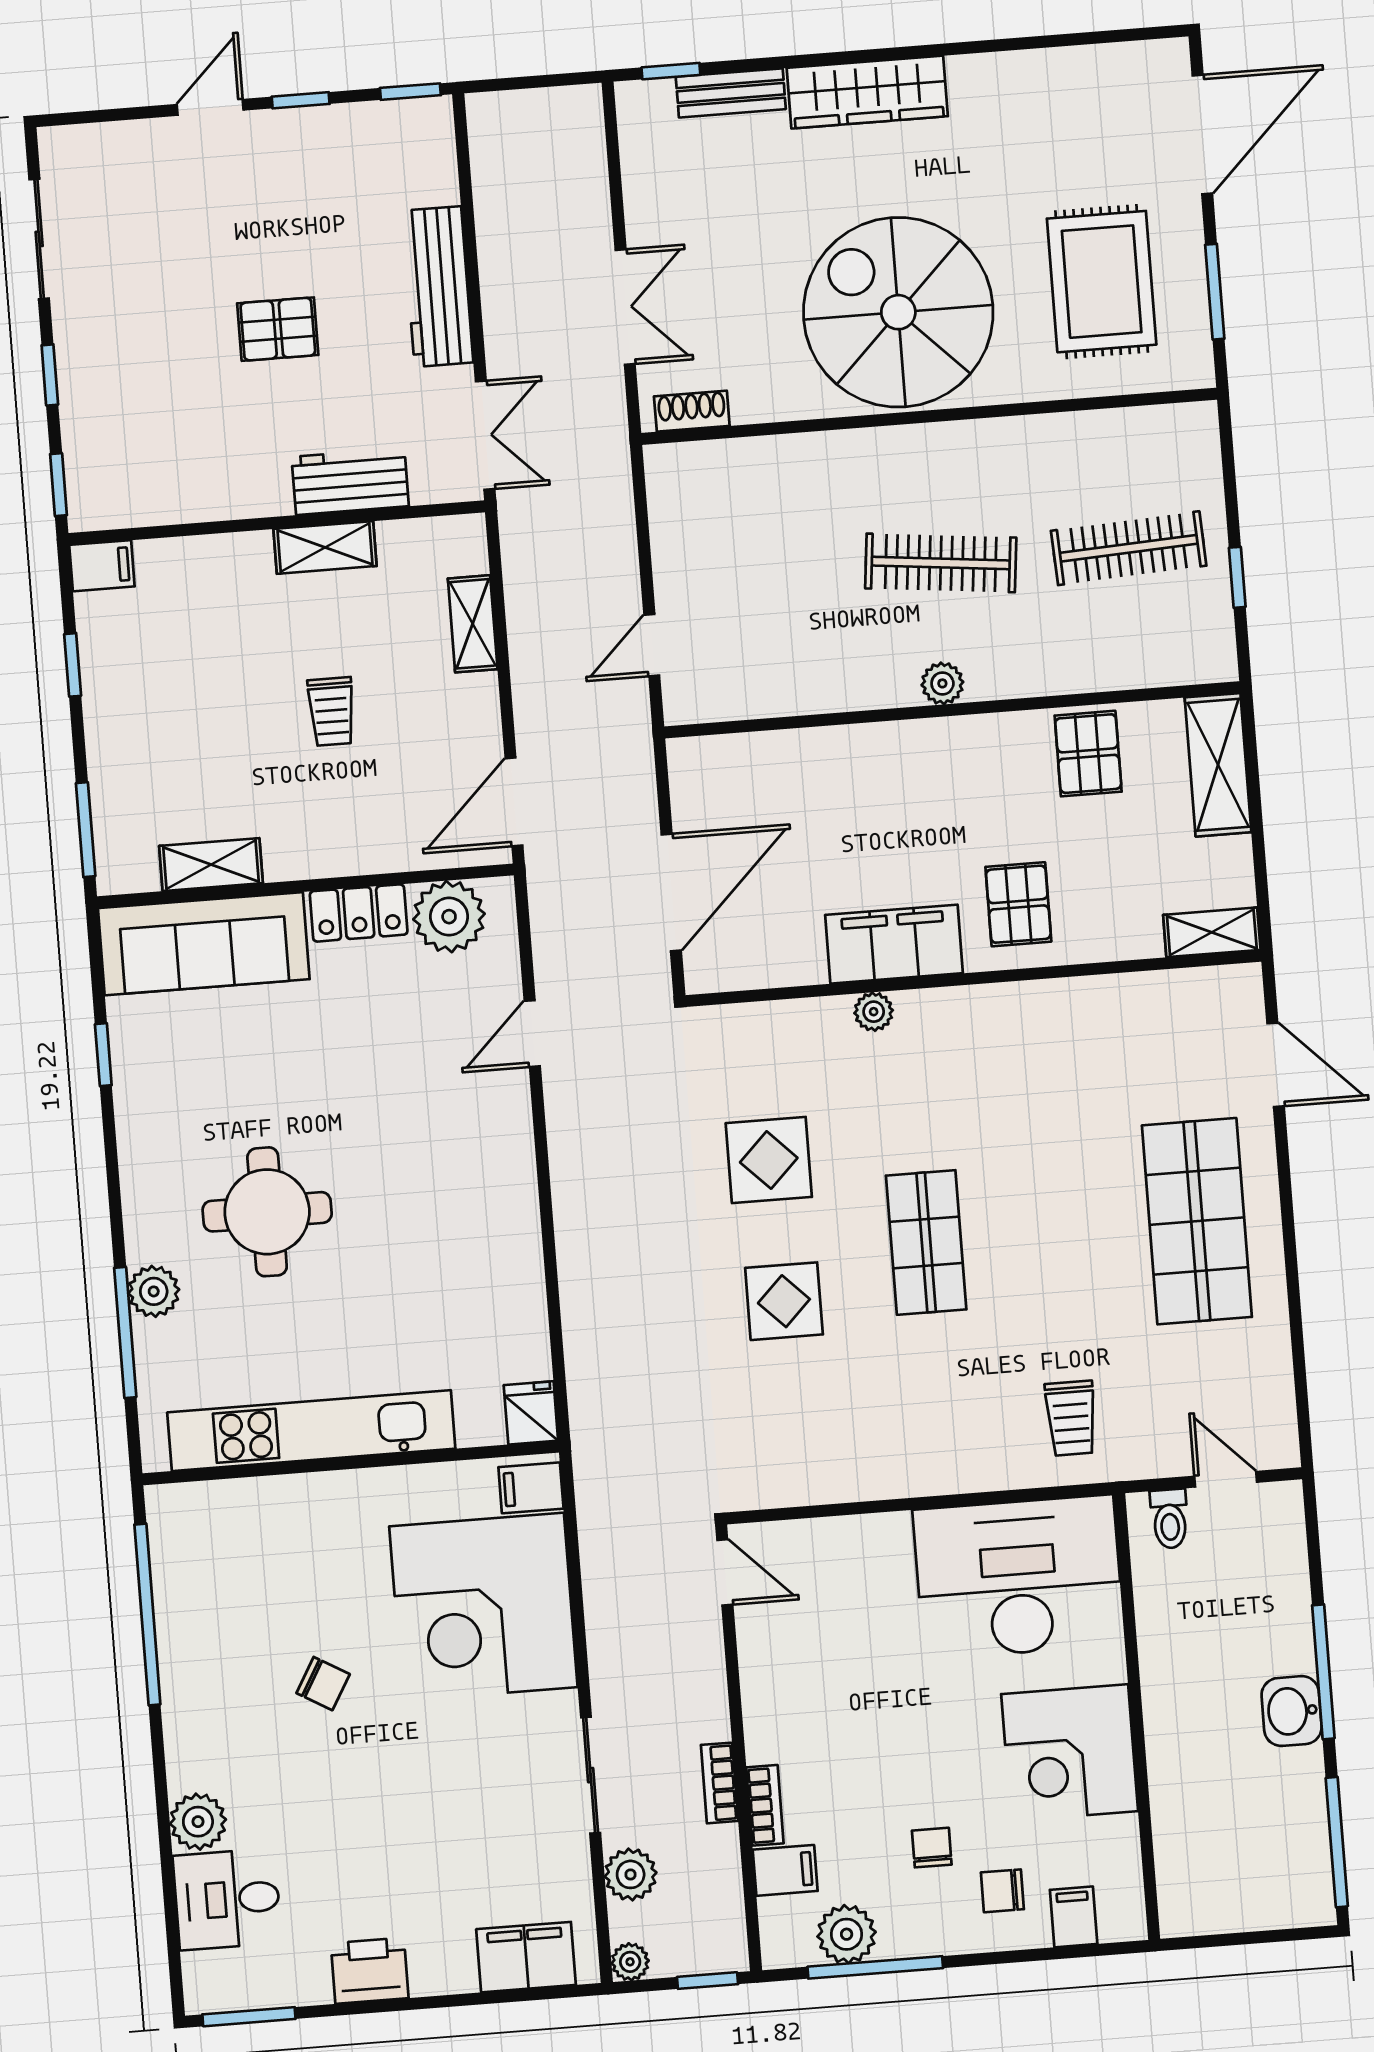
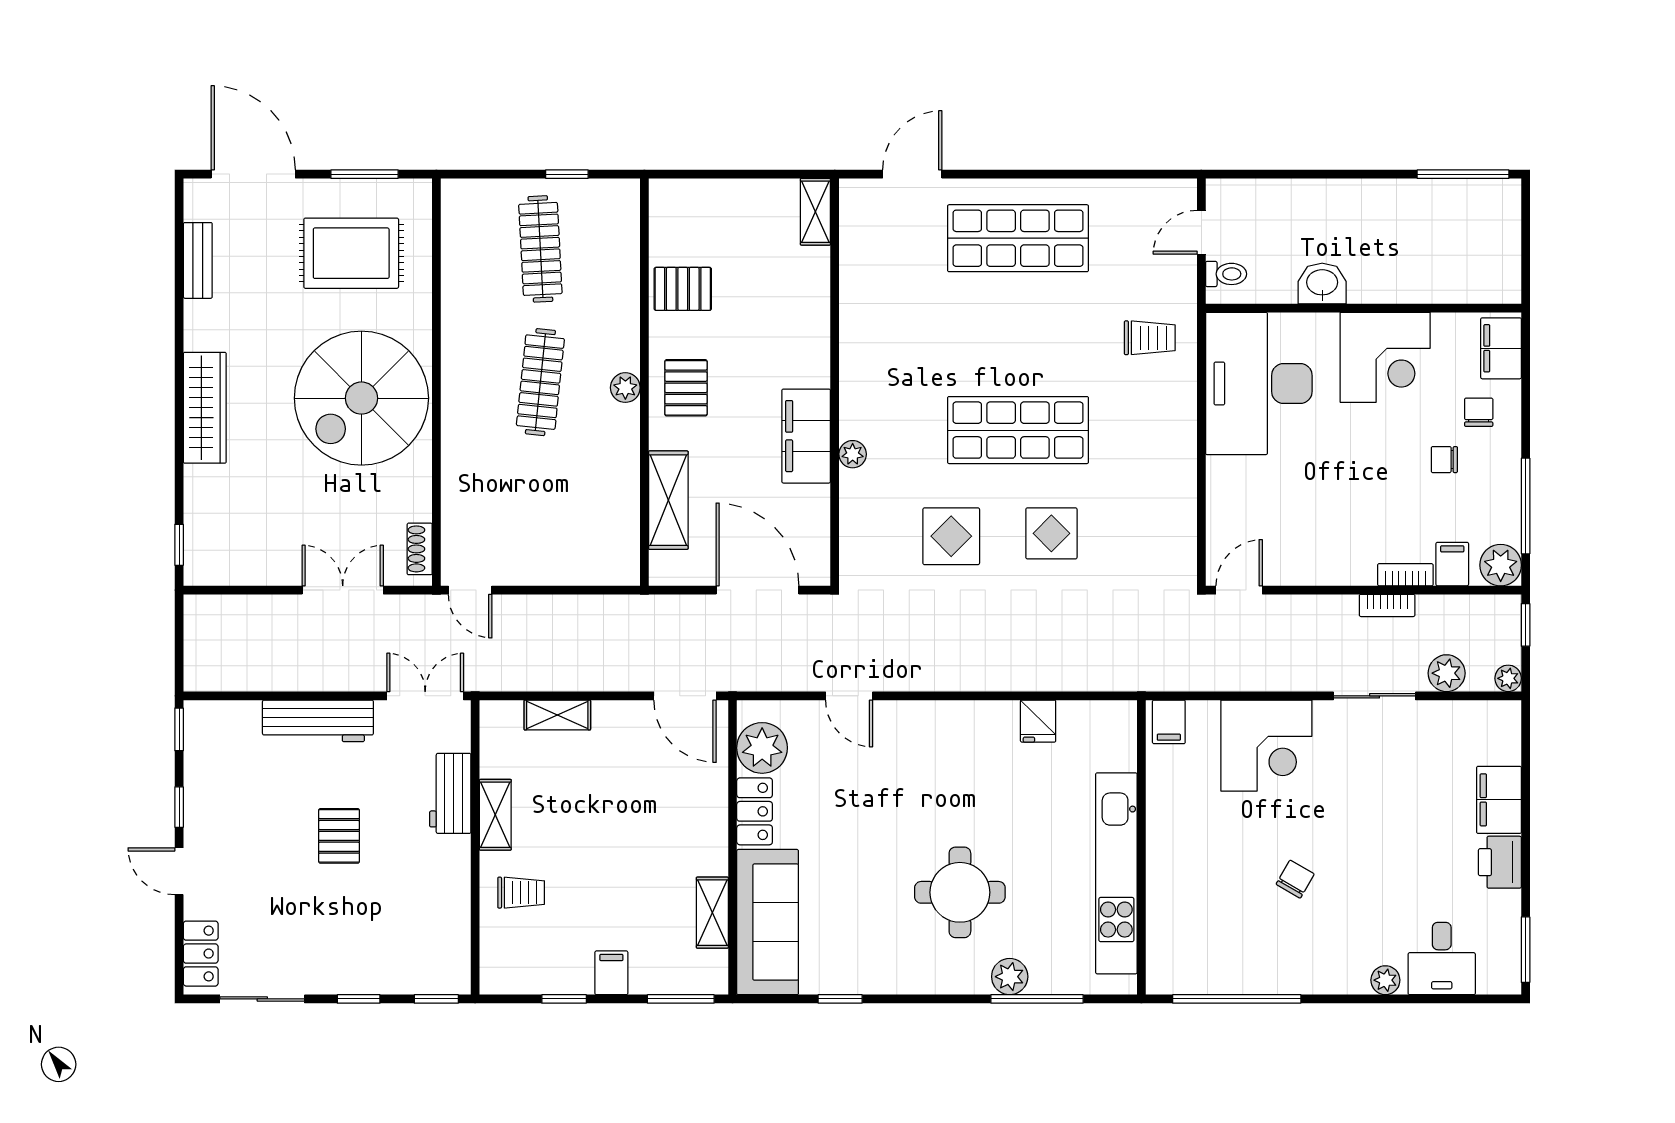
bench: (731, 93) -> (198, 260), moved
locker: (96, 147) -> (201, 954), added
filing cabinet: (102, 566) -> (611, 973), moved
door: (652, 645) -> (470, 590), moved
trolley: (332, 711) -> (521, 893), moved
shelving: (1218, 765) -> (668, 500), moved, turned 90
pallet: (1018, 904) -> (686, 388), moved, turned 90
shop shelf: (926, 1242) -> (1018, 430), width x1.43, depth x1.36
fridge: (531, 1413) -> (1038, 721), moved, turned -90
corner desk: (483, 1607) -> (1266, 746), width x0.74, depth x0.74
window: (1323, 1672) -> (1342, 174), removed
washbasin: (1292, 1711) -> (1322, 283), moved, turned 180
plant: (198, 1822) -> (1385, 980), width x0.73, depth x0.73
chair: (1002, 1891) -> (1479, 412), turned 180
filing cabinet: (1074, 1917) -> (1501, 348), width x2.00
plant: (847, 1934) -> (1501, 565), moved
filing cabinet: (526, 1957) -> (1499, 800), moved

